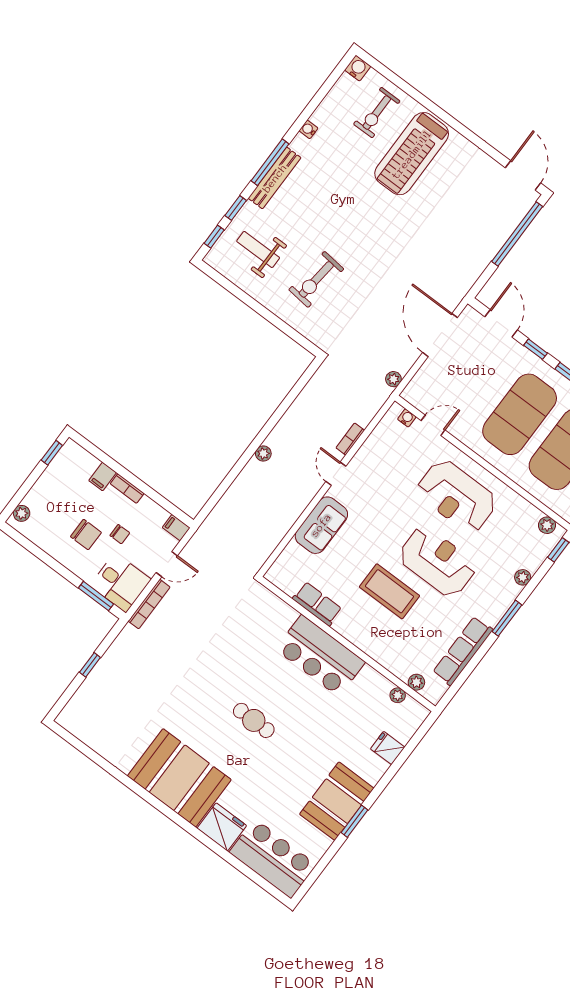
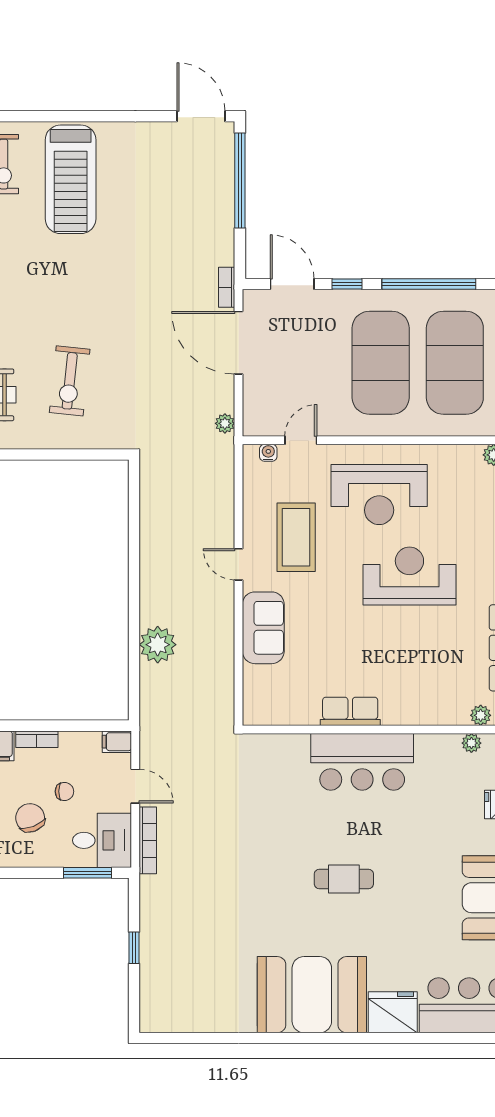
bookcase: (350, 439) -> (227, 287), moved
plant: (263, 454) -> (158, 645), moved, width x1.88, depth x1.88
chair: (86, 535) -> (30, 818), turned -111
door: (167, 564) -> (135, 786), hinge flipped
coffee table: (389, 591) -> (296, 537), moved, turned 90
row of seats: (317, 604) -> (350, 711), moved

